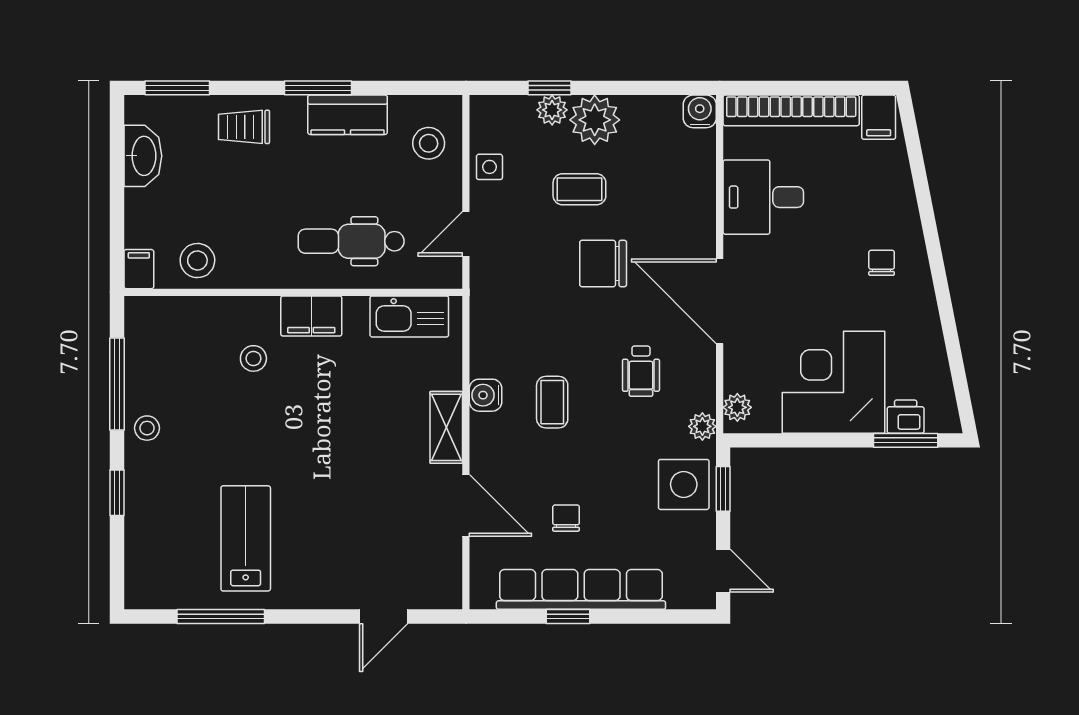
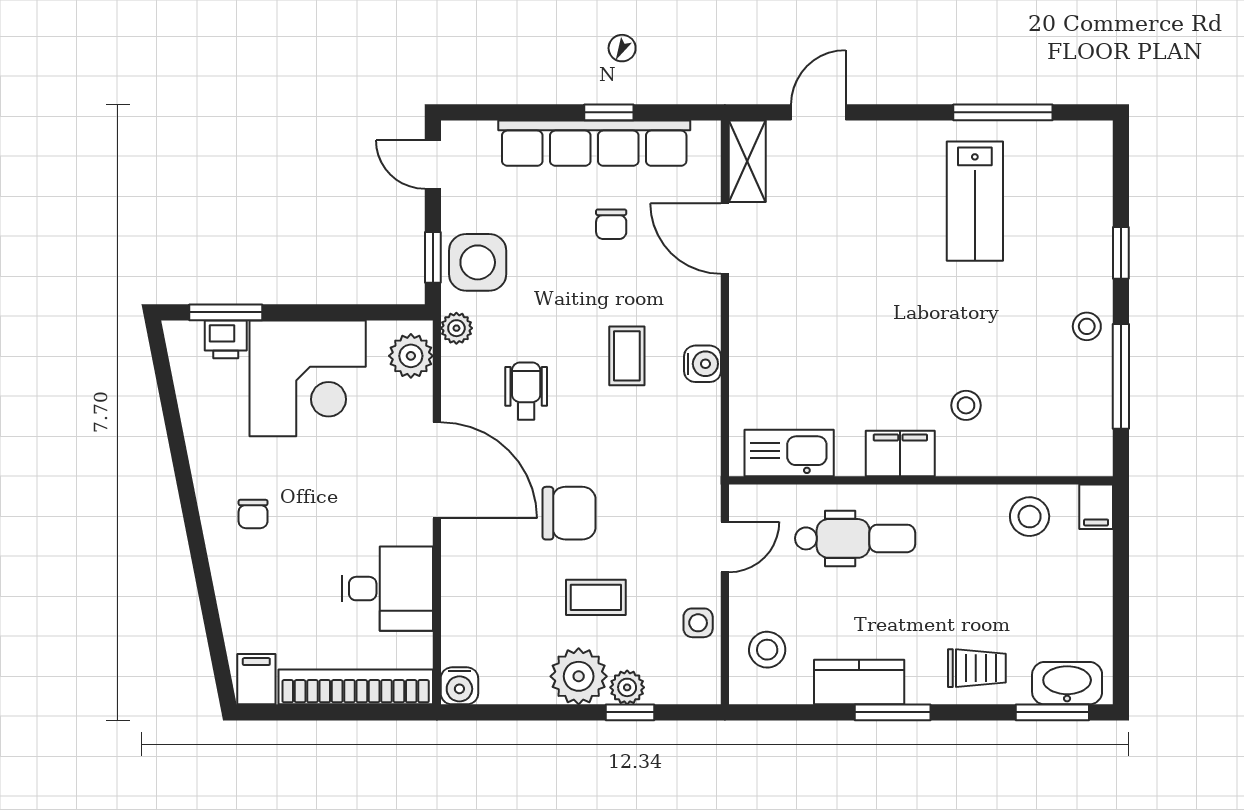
washbasin: (143, 156) -> (1067, 683), moved, turned 90
plant: (737, 407) -> (411, 356), width x1.38, depth x1.38
shelving: (446, 427) -> (747, 161), moved

